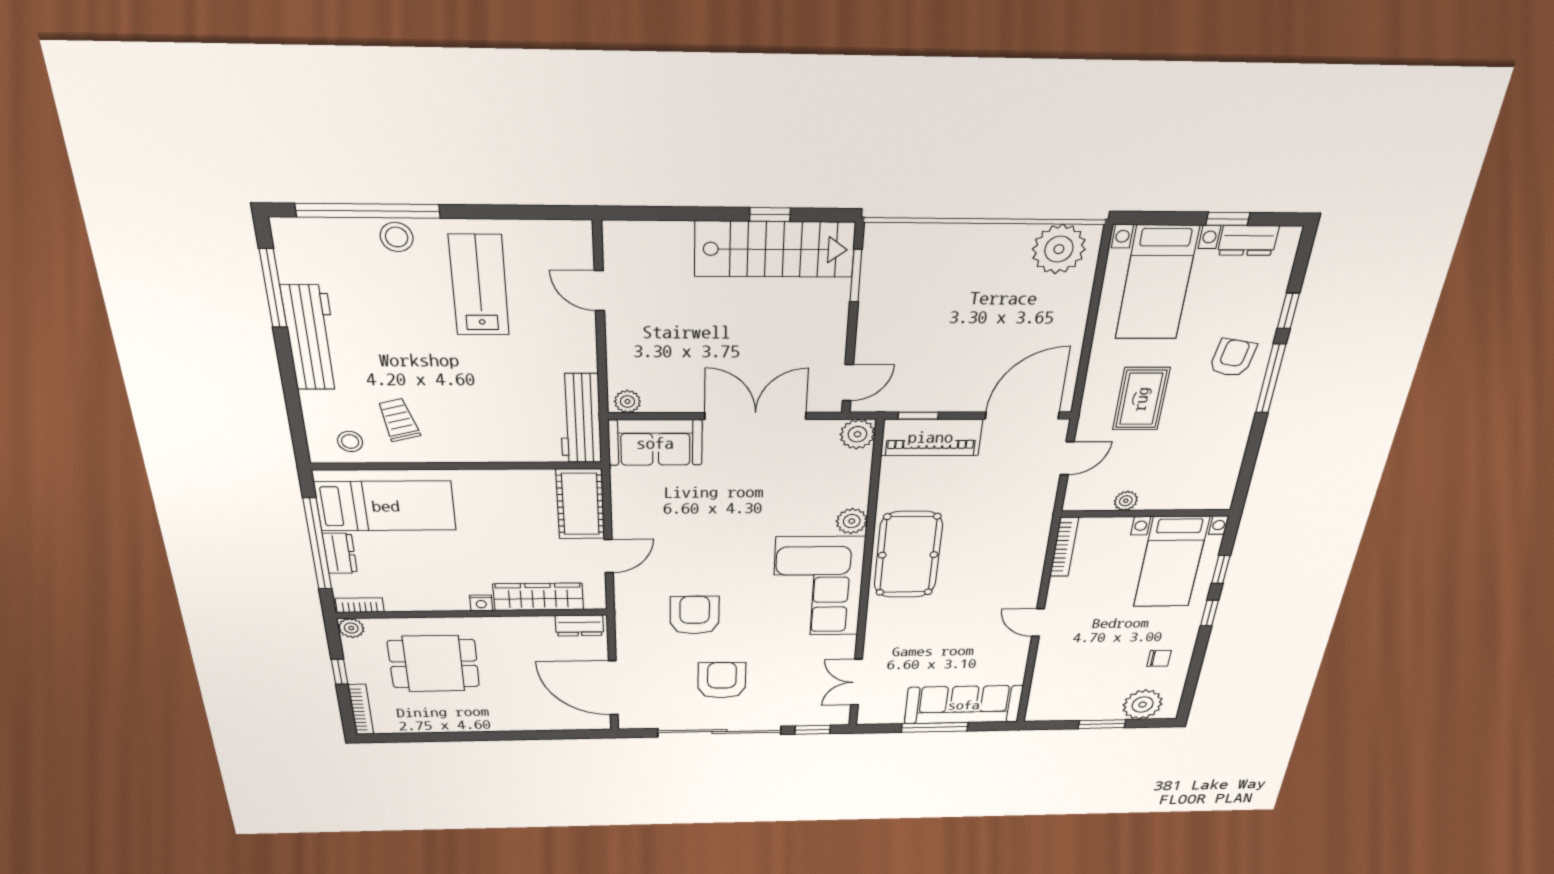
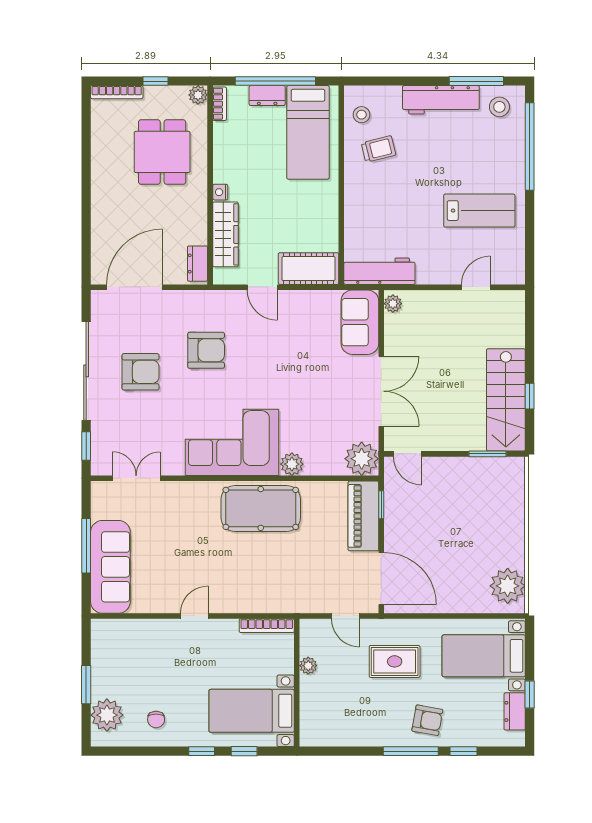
stool: (397, 237) -> (499, 107), moved
plant: (857, 434) -> (362, 459), width x1.36, depth x1.36

